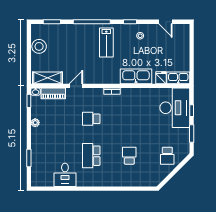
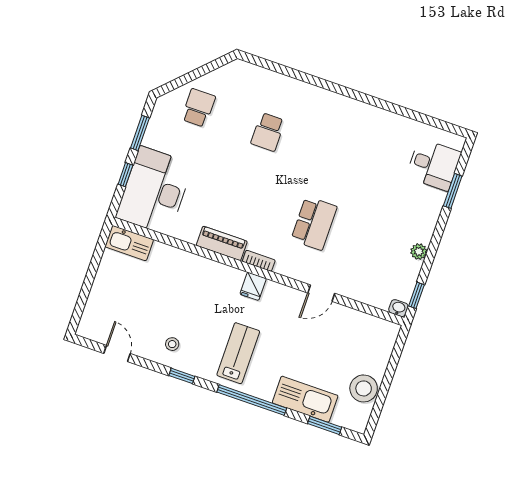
kitchen sink: (136, 76) -> (305, 399), moved, turned 180
shelving: (47, 78) -> (368, 326), removed
fridge: (161, 78) -> (253, 286), moved
piano: (53, 93) -> (222, 243), moved
school desk: (91, 119) -> (314, 223), width x1.85
school desk: (91, 156) -> (337, 156), removed
desk: (65, 175) -> (434, 165), moved, turned 90

